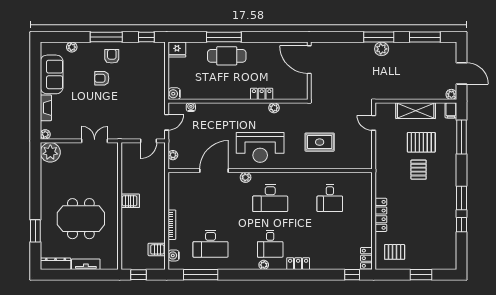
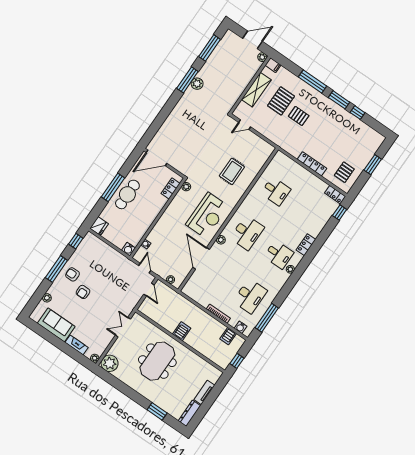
door: (309, 60) -> (157, 158), moved
wall: (309, 71) -> (164, 163), moved
window: (462, 137) -> (313, 81), moved
meeting table: (81, 219) -> (157, 361), moved

